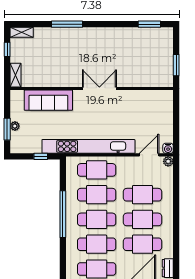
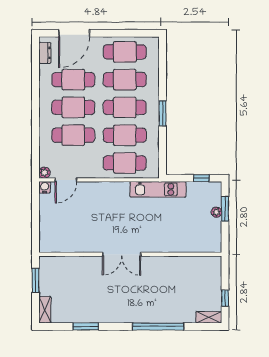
window: (67, 24) -> (158, 326), width x1.46
window: (149, 24) -> (86, 326), moved
shelving: (16, 75) -> (45, 310), moved
sofa: (48, 100) -> (179, 241), removed
kitchen unit: (88, 146) -> (158, 189), width x0.54
window: (41, 156) -> (201, 178), moved
window: (63, 214) -> (163, 113), width x0.47

